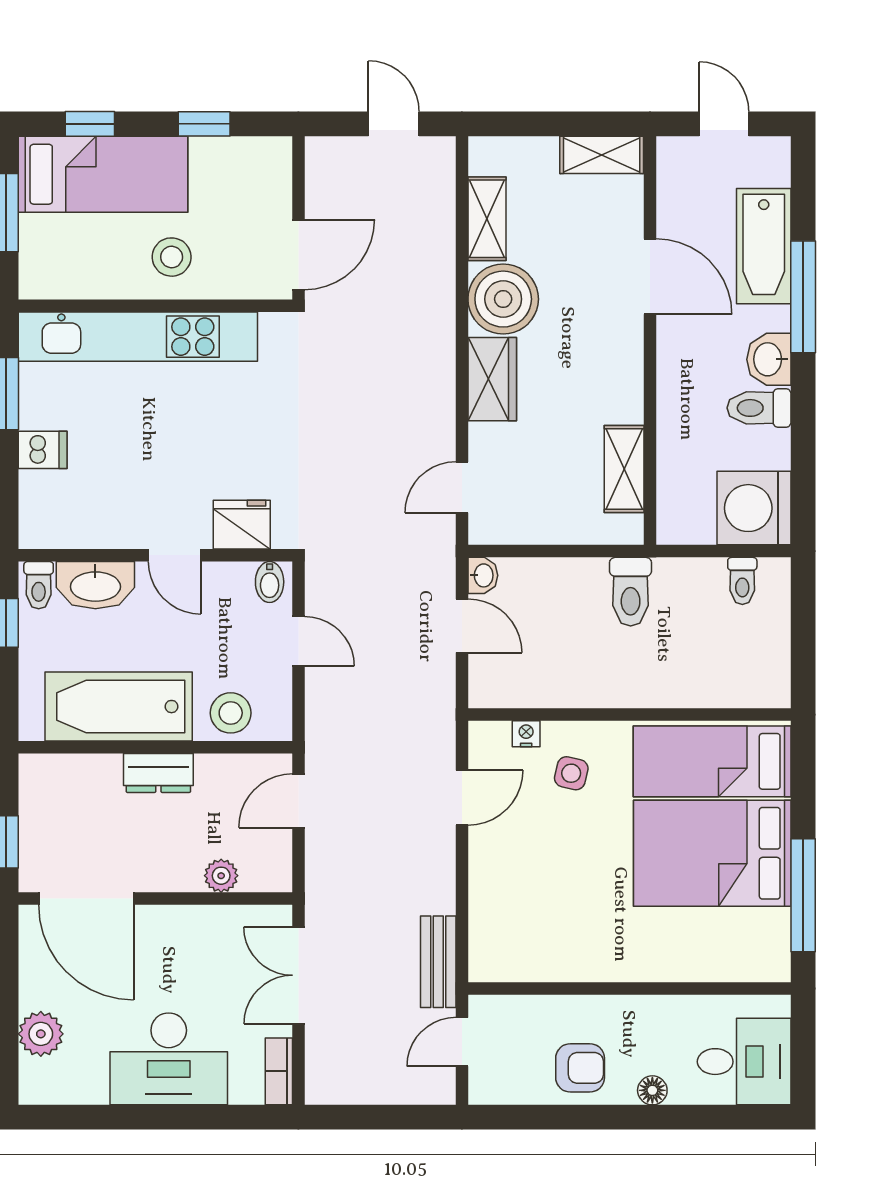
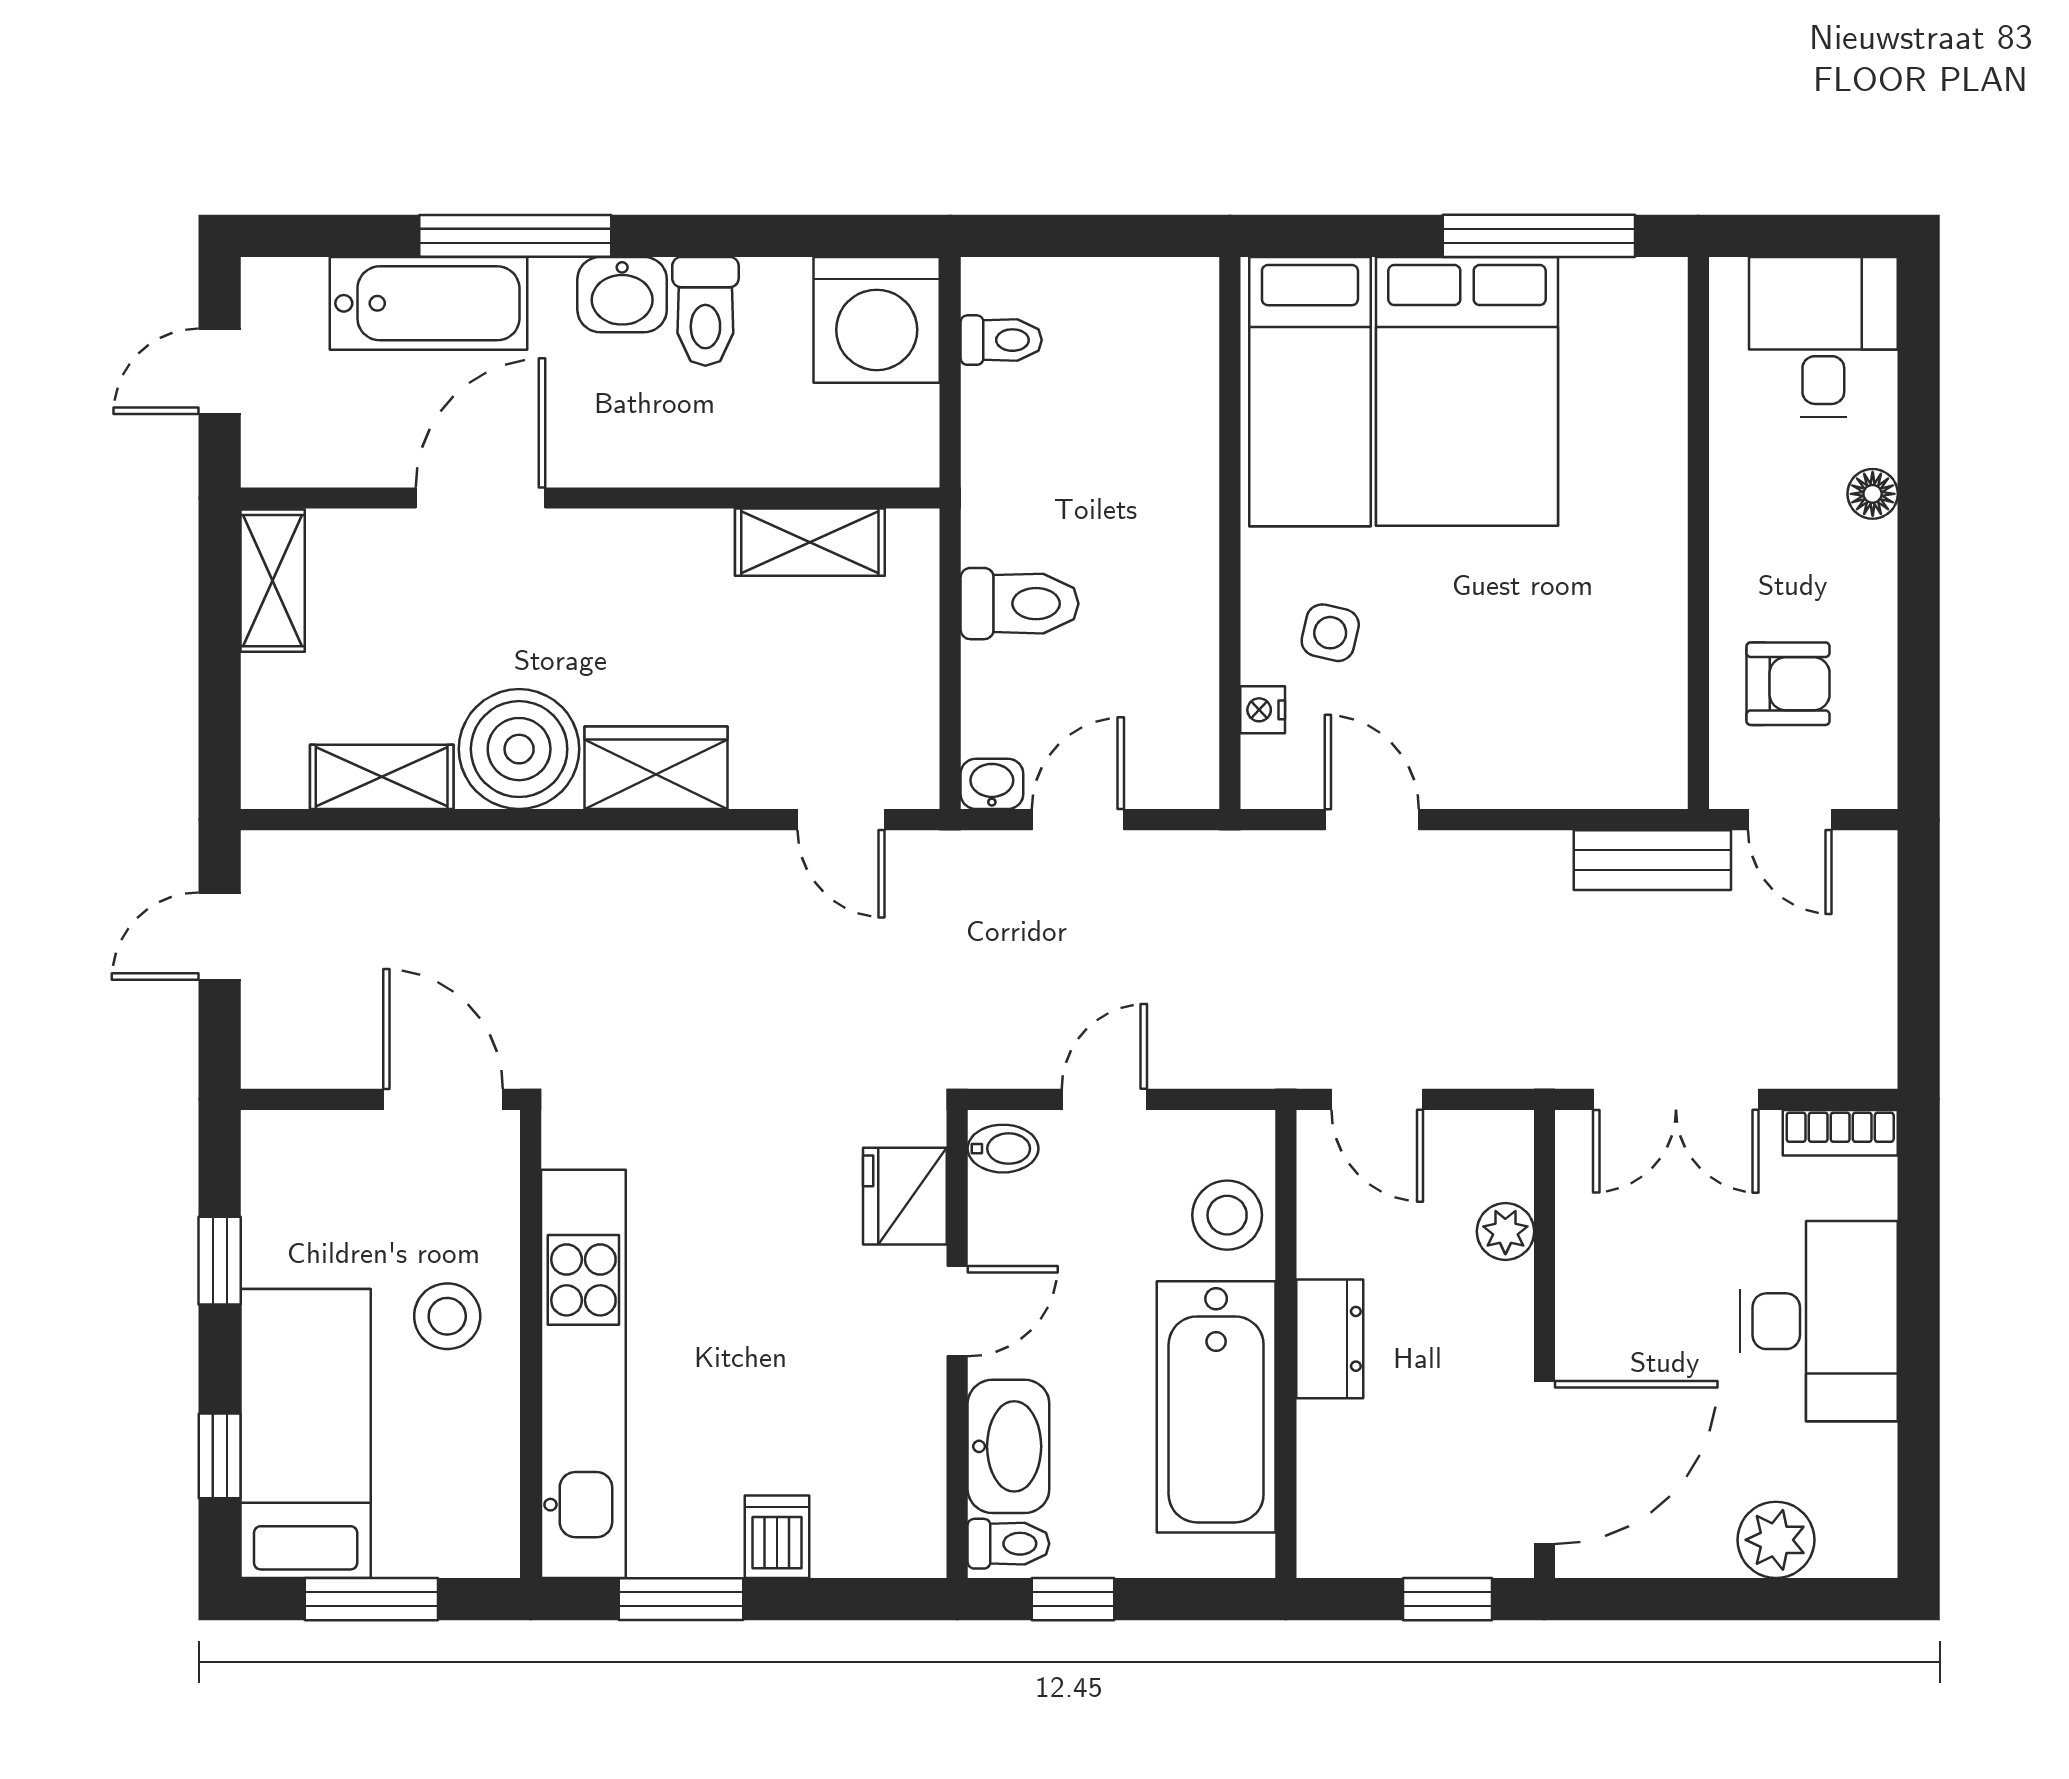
toilet: (631, 592) -> (1020, 604), moved
armchair: (580, 1068) -> (1788, 684), moved, turned 90

